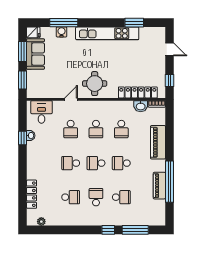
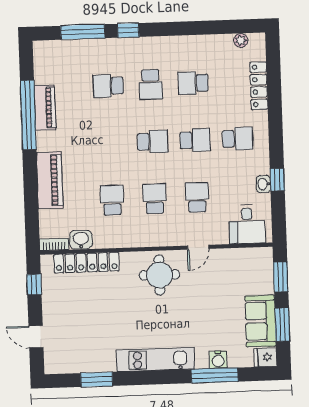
kitchen unit: (107, 33) -> (155, 360), width x0.73
school desk: (121, 163) -> (237, 139), moved

